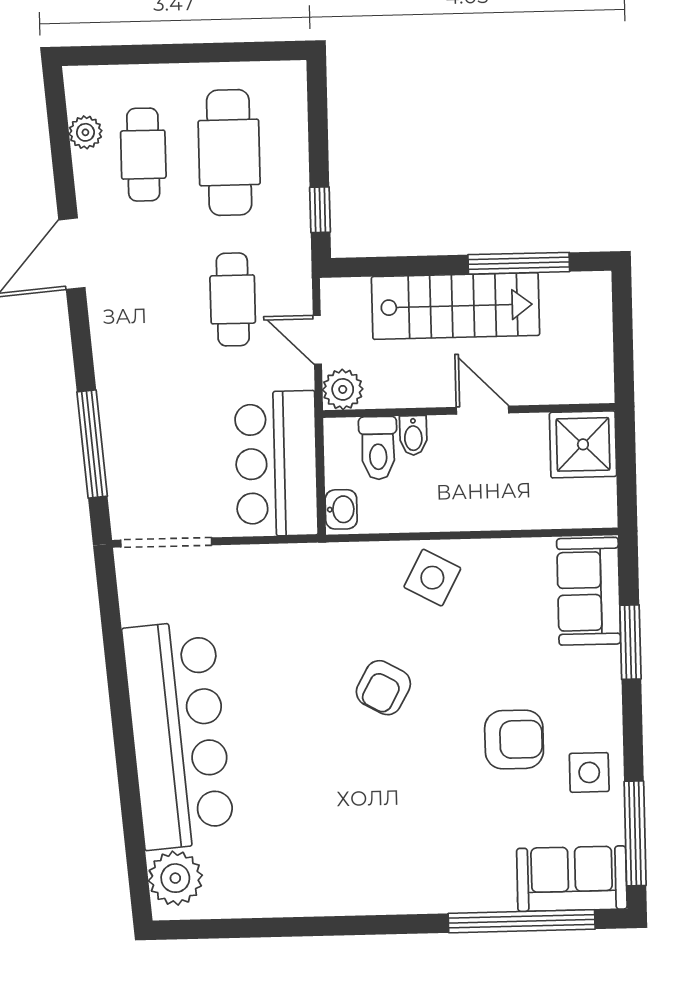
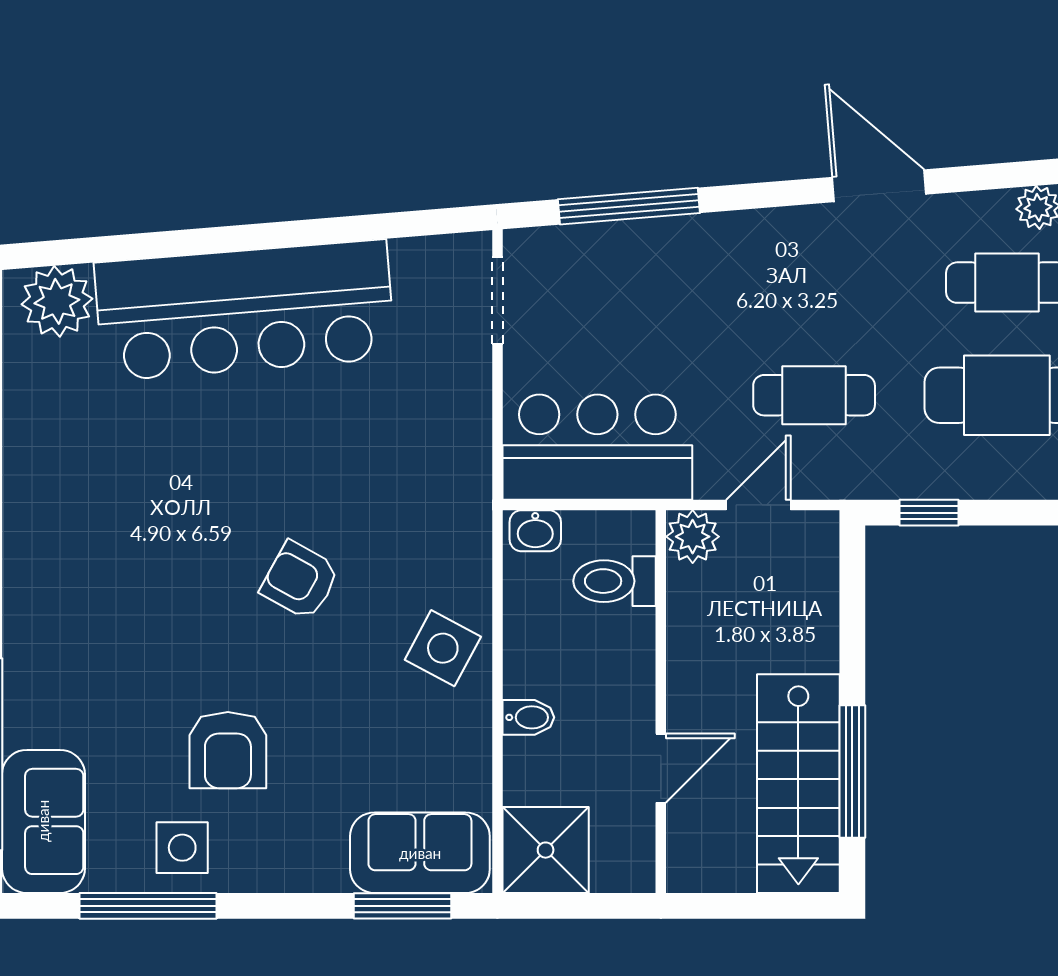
stairs: (456, 306) -> (798, 784), moved
door: (482, 410) -> (661, 768), moved
bidet: (413, 435) -> (528, 717), moved, turned 180
shower: (583, 444) -> (546, 850), moved
doorway: (166, 542) -> (497, 300), width x0.73
window: (630, 642) -> (402, 906), moved
window: (635, 833) -> (148, 906), moved

